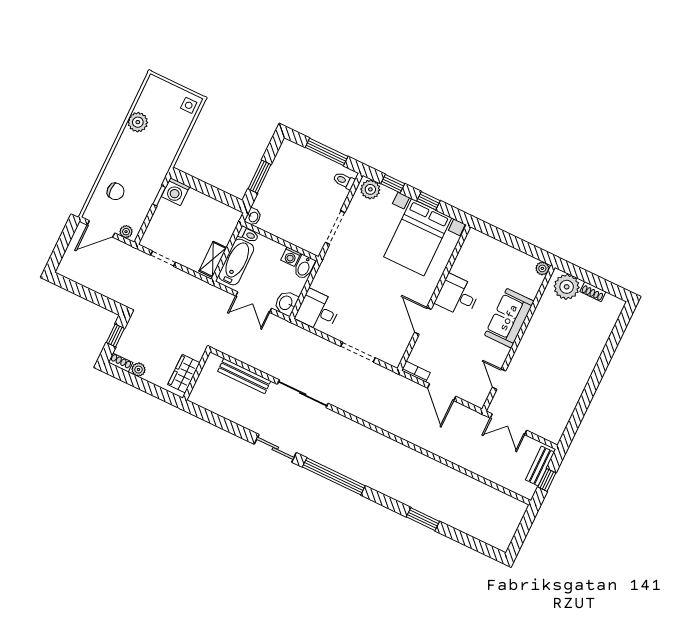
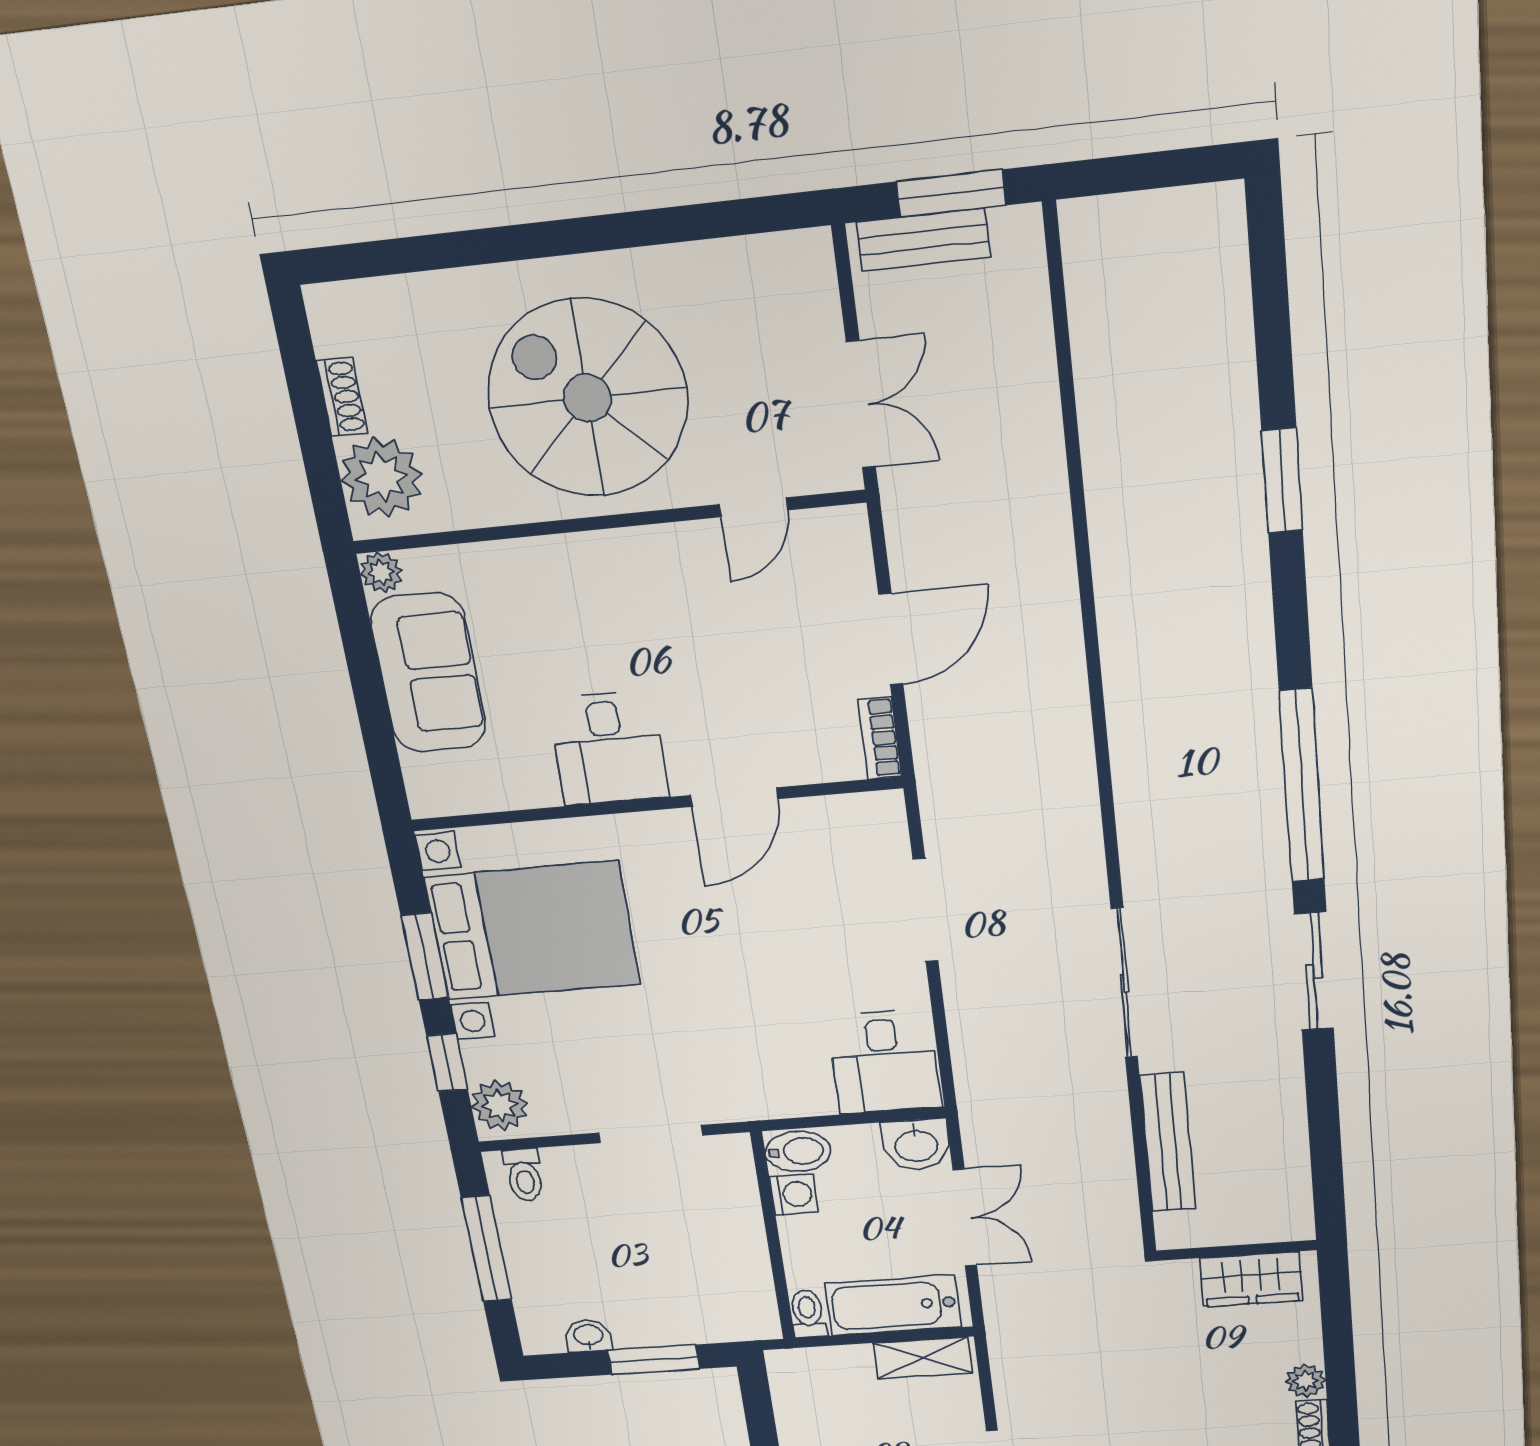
window: (429, 201) -> (425, 956), width x1.50
washbasin: (253, 217) -> (588, 1336), moved
sofa: (509, 318) -> (428, 673), moved, turned -90
spiral stairs: (553, 355) -> (587, 398), added
window: (547, 480) -> (951, 193), width x1.50

